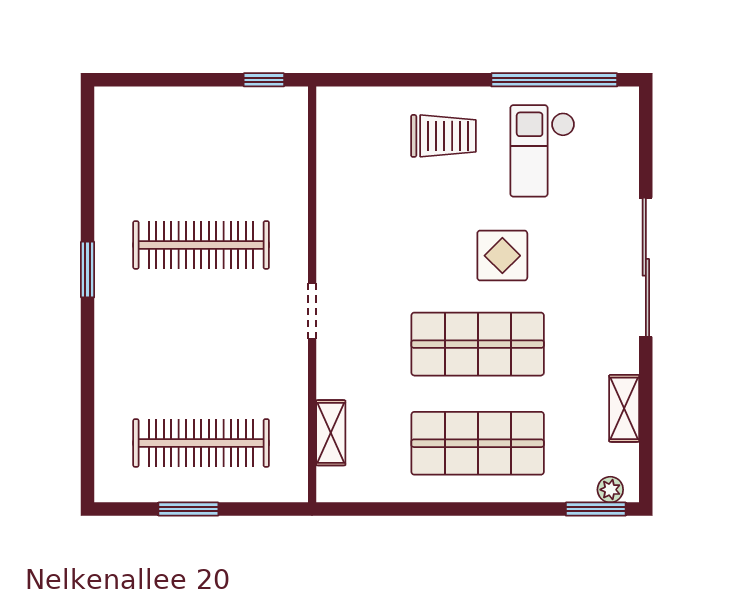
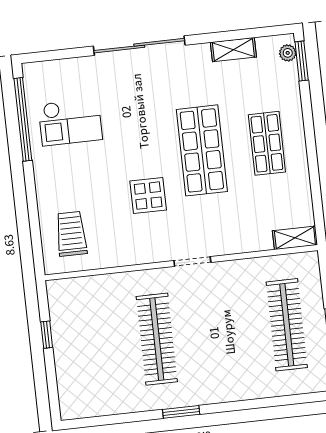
window: (264, 80) -> (47, 335), moved
trolley: (444, 136) -> (71, 234), moved
display table: (502, 256) -> (148, 196), moved
shelving: (331, 433) -> (295, 238), moved
shop shelf: (478, 443) -> (267, 143), width x0.70, depth x0.74

